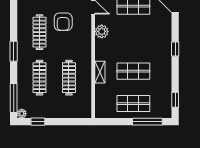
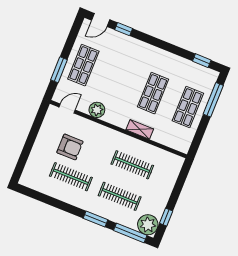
window: (175, 49) -> (124, 29), moved
window: (14, 51) -> (96, 219), moved
plant: (22, 114) -> (148, 225), width x1.88, depth x1.88

